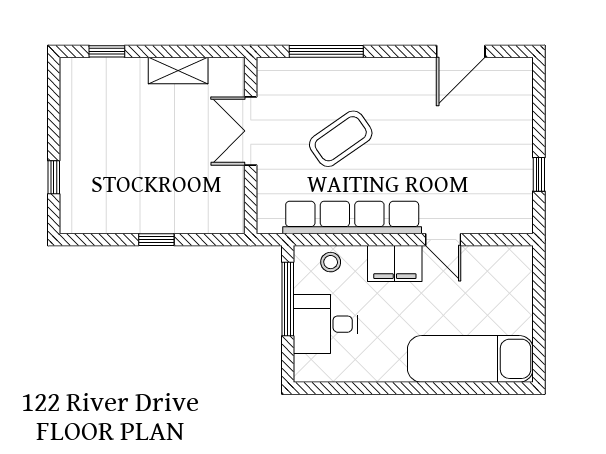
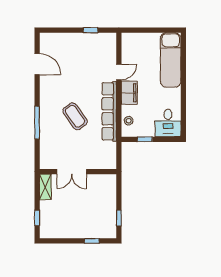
double door: (251, 131) -> (72, 172), moved
wall: (251, 145) -> (78, 172), moved
window: (156, 240) -> (119, 218), moved
window: (288, 299) -> (145, 139), width x0.46
desk: (325, 324) -> (168, 123), moved

